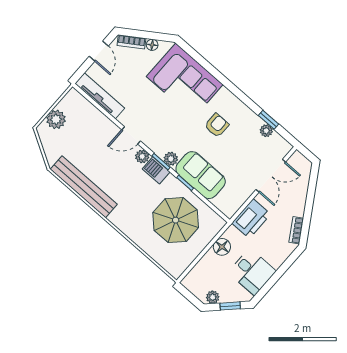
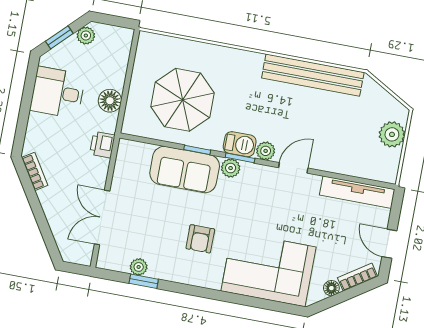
printer: (251, 219) -> (102, 145), width x0.53, depth x0.68

